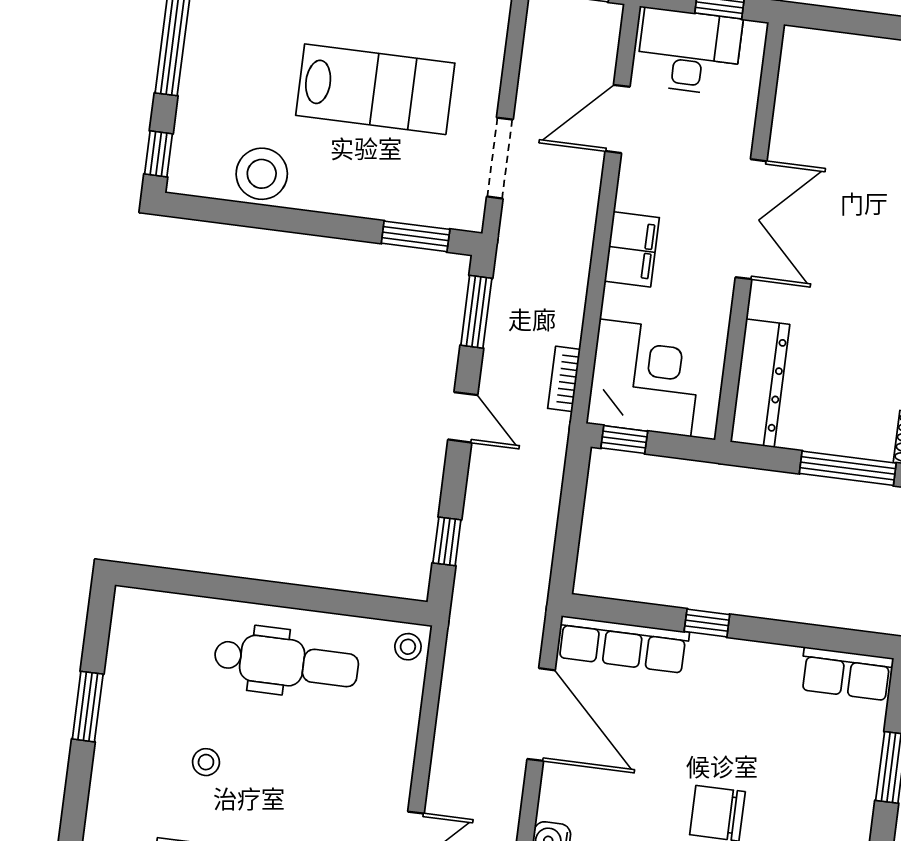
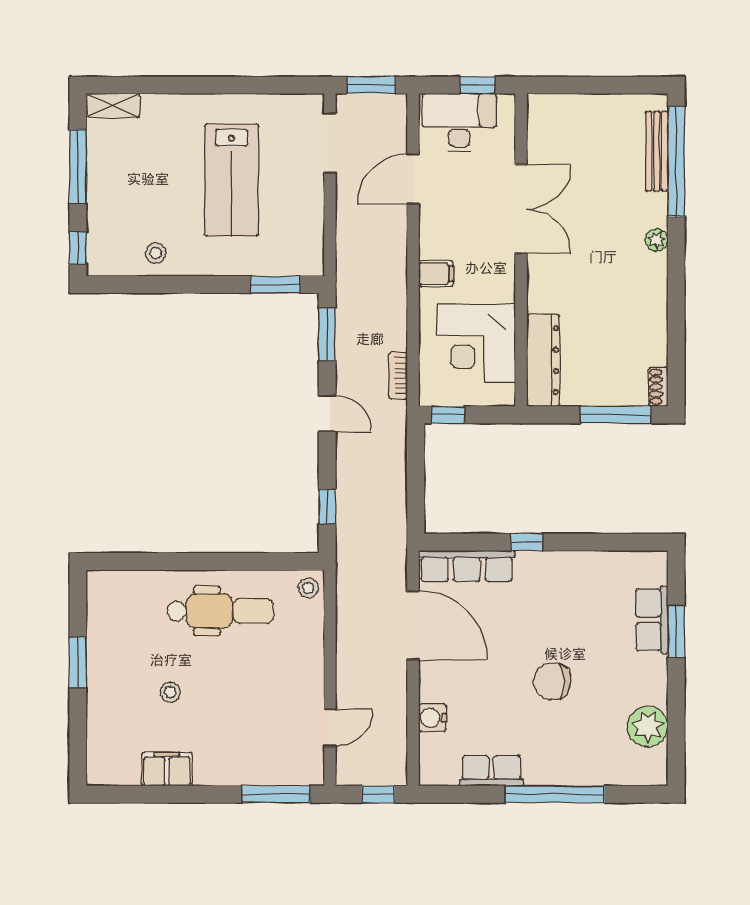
lab bench: (375, 89) -> (232, 180), turned 90
doorway: (500, 158) -> (330, 143), moved
stool: (262, 174) -> (156, 253), width x0.53, depth x0.53
double door: (751, 219) -> (521, 209), moved
filing cabinet: (632, 249) -> (436, 274), width x0.50
corner desk: (645, 378) -> (476, 343), moved, turned 180
row of seats: (846, 674) -> (652, 620), moved, turned 90

